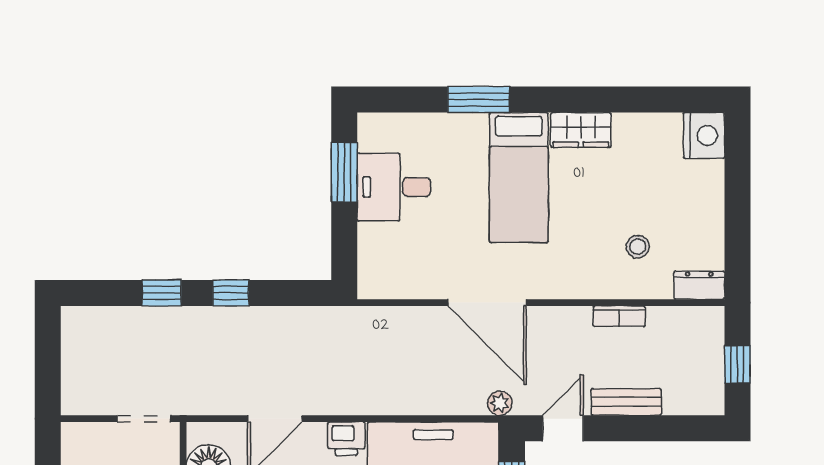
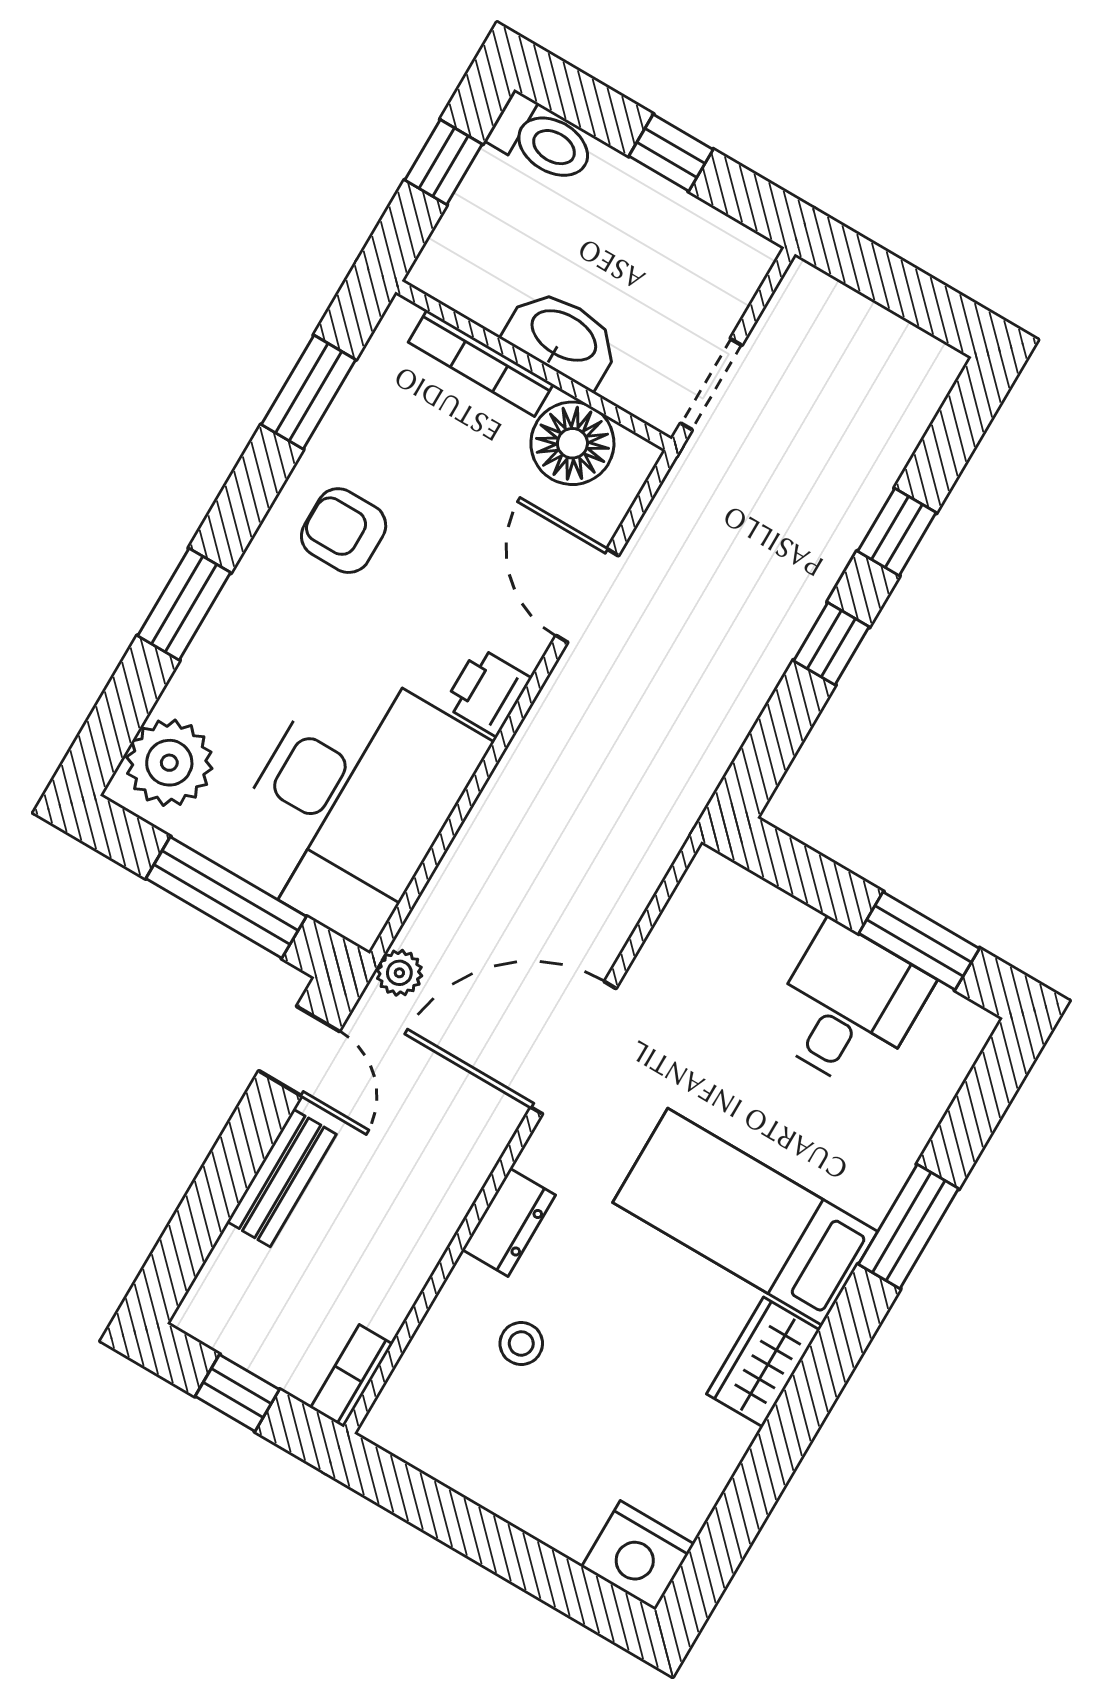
dresser: (699, 285) -> (509, 1222), moved
bookcase: (619, 316) -> (351, 1376), moved

